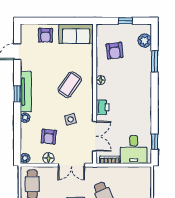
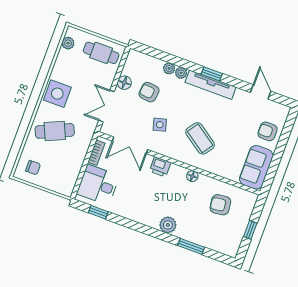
plant: (145, 41) -> (168, 225), moved
plant: (25, 158) -> (169, 68), moved

